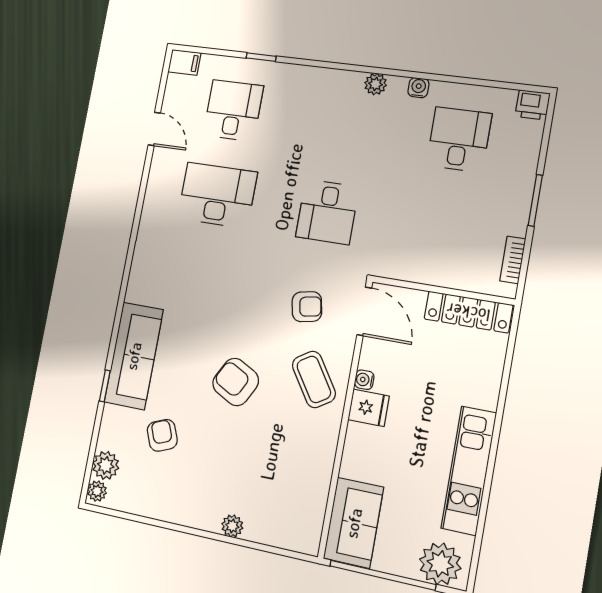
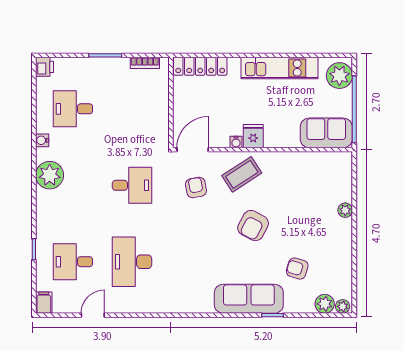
plant: (376, 84) -> (50, 175), width x1.88, depth x1.88
locker: (468, 312) -> (200, 66), moved, turned 90
armchair: (162, 435) -> (297, 269), turned 39

